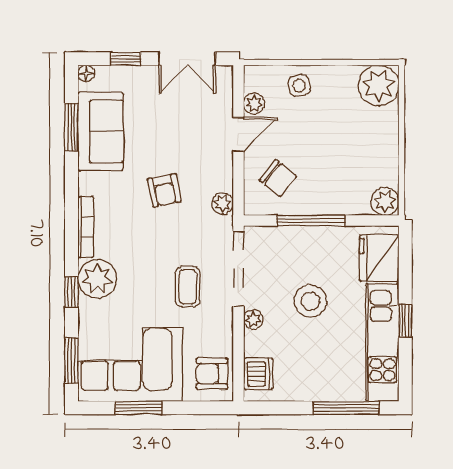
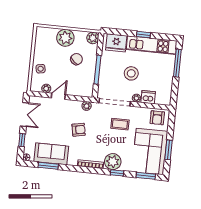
plant: (379, 85) -> (65, 38), moved
door: (238, 134) -> (58, 96), hinge flipped
chair: (278, 178) -> (76, 59), moved
dishwasher: (258, 374) -> (148, 97), moved

